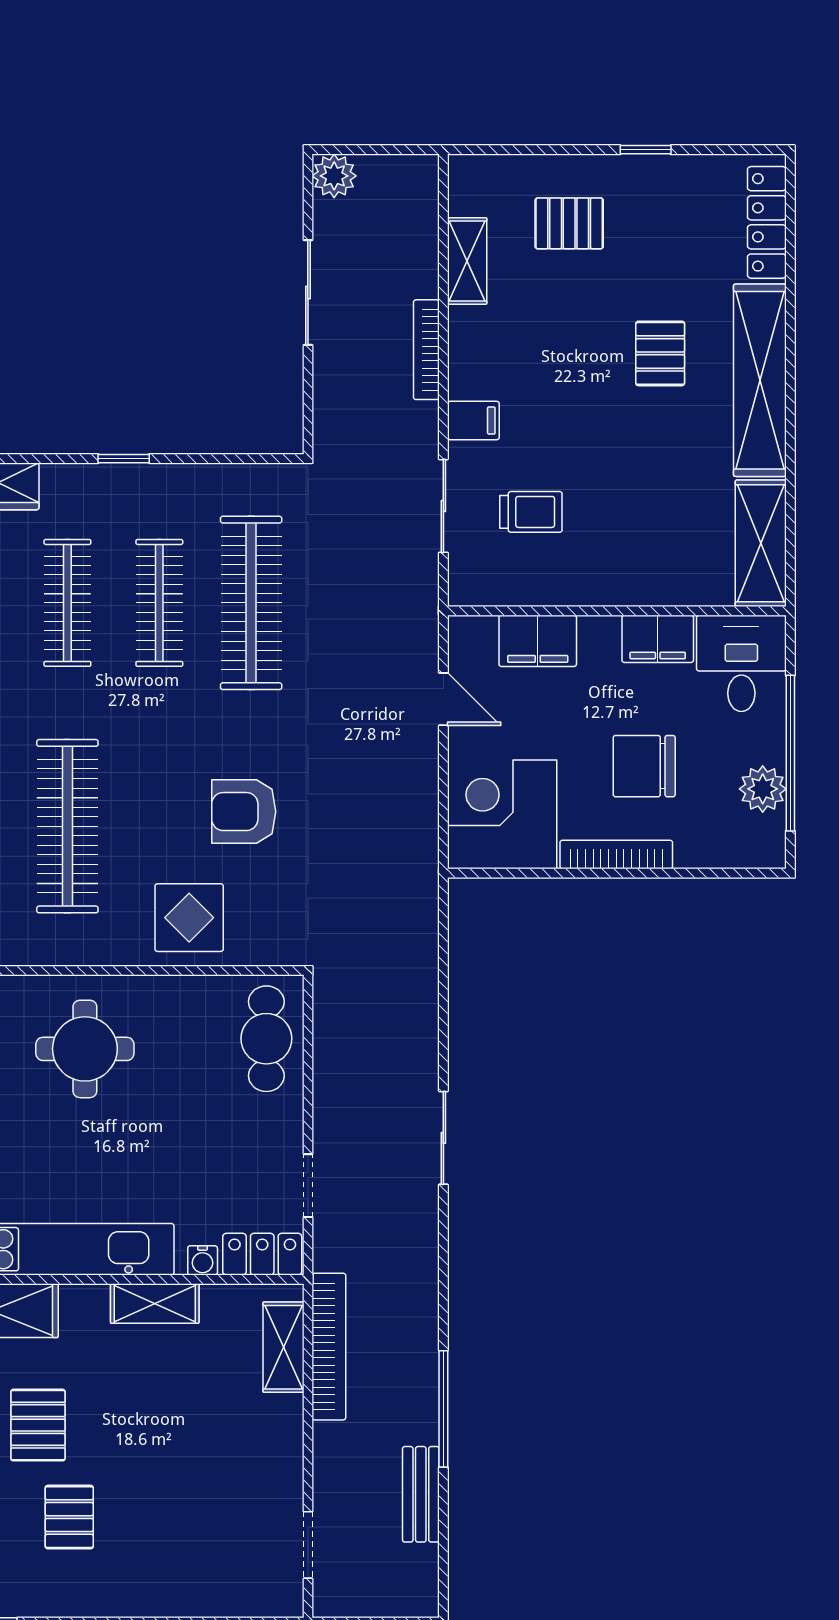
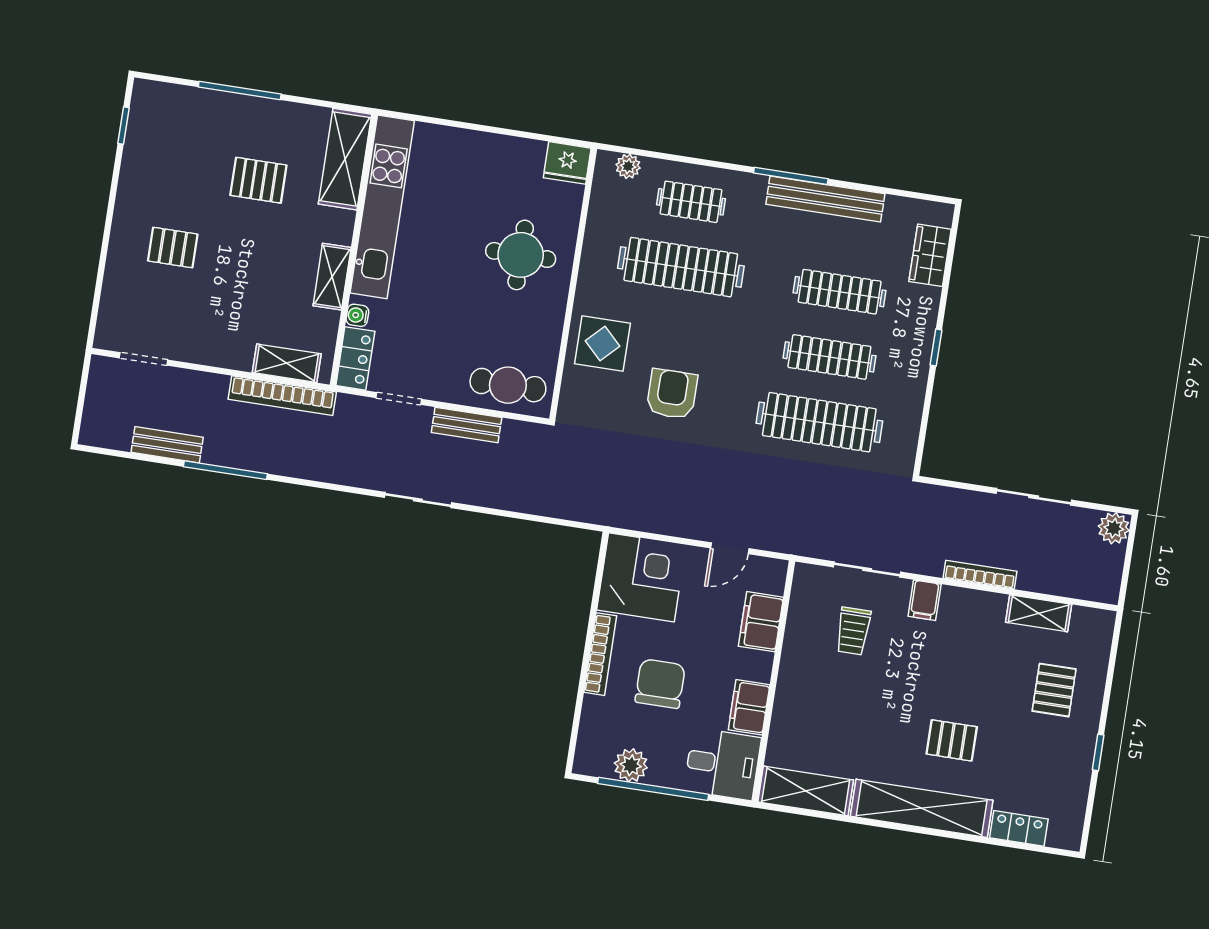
locker: (767, 222) -> (1019, 828), width x0.66
bench: (330, 1087) -> (467, 425), added
pallet: (69, 1517) -> (173, 248), moved

